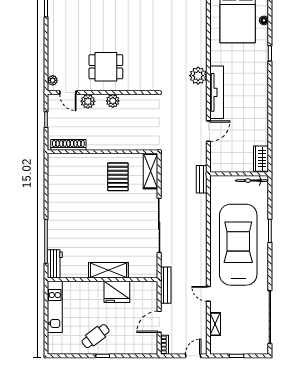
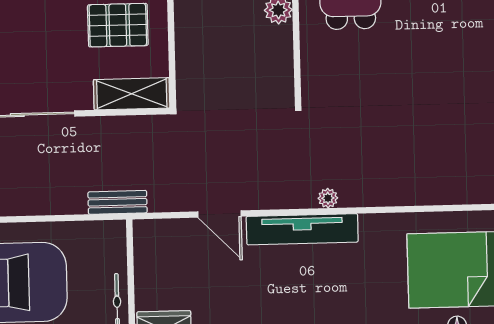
plant: (198, 76) -> (328, 198), width x0.53, depth x0.53

